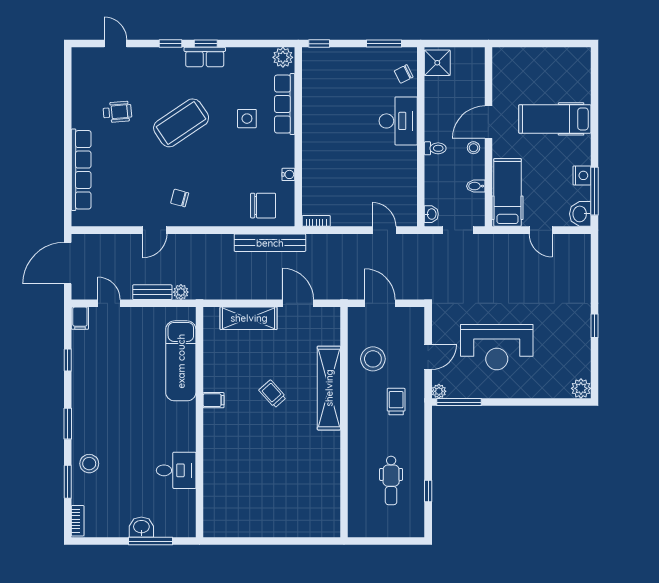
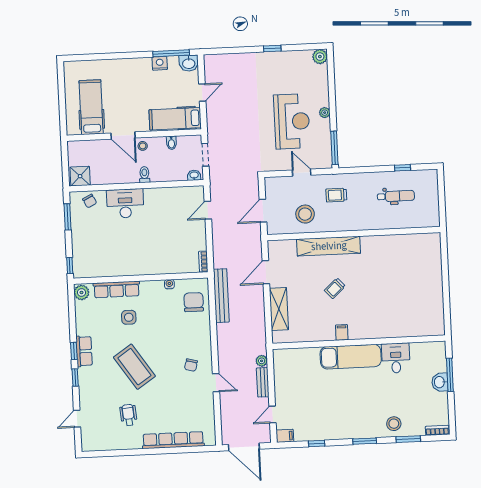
hospital bed: (555, 119) -> (91, 107), moved, turned 180
exam couch: (181, 361) -> (351, 357), moved
plant: (439, 391) -> (325, 113), moved

